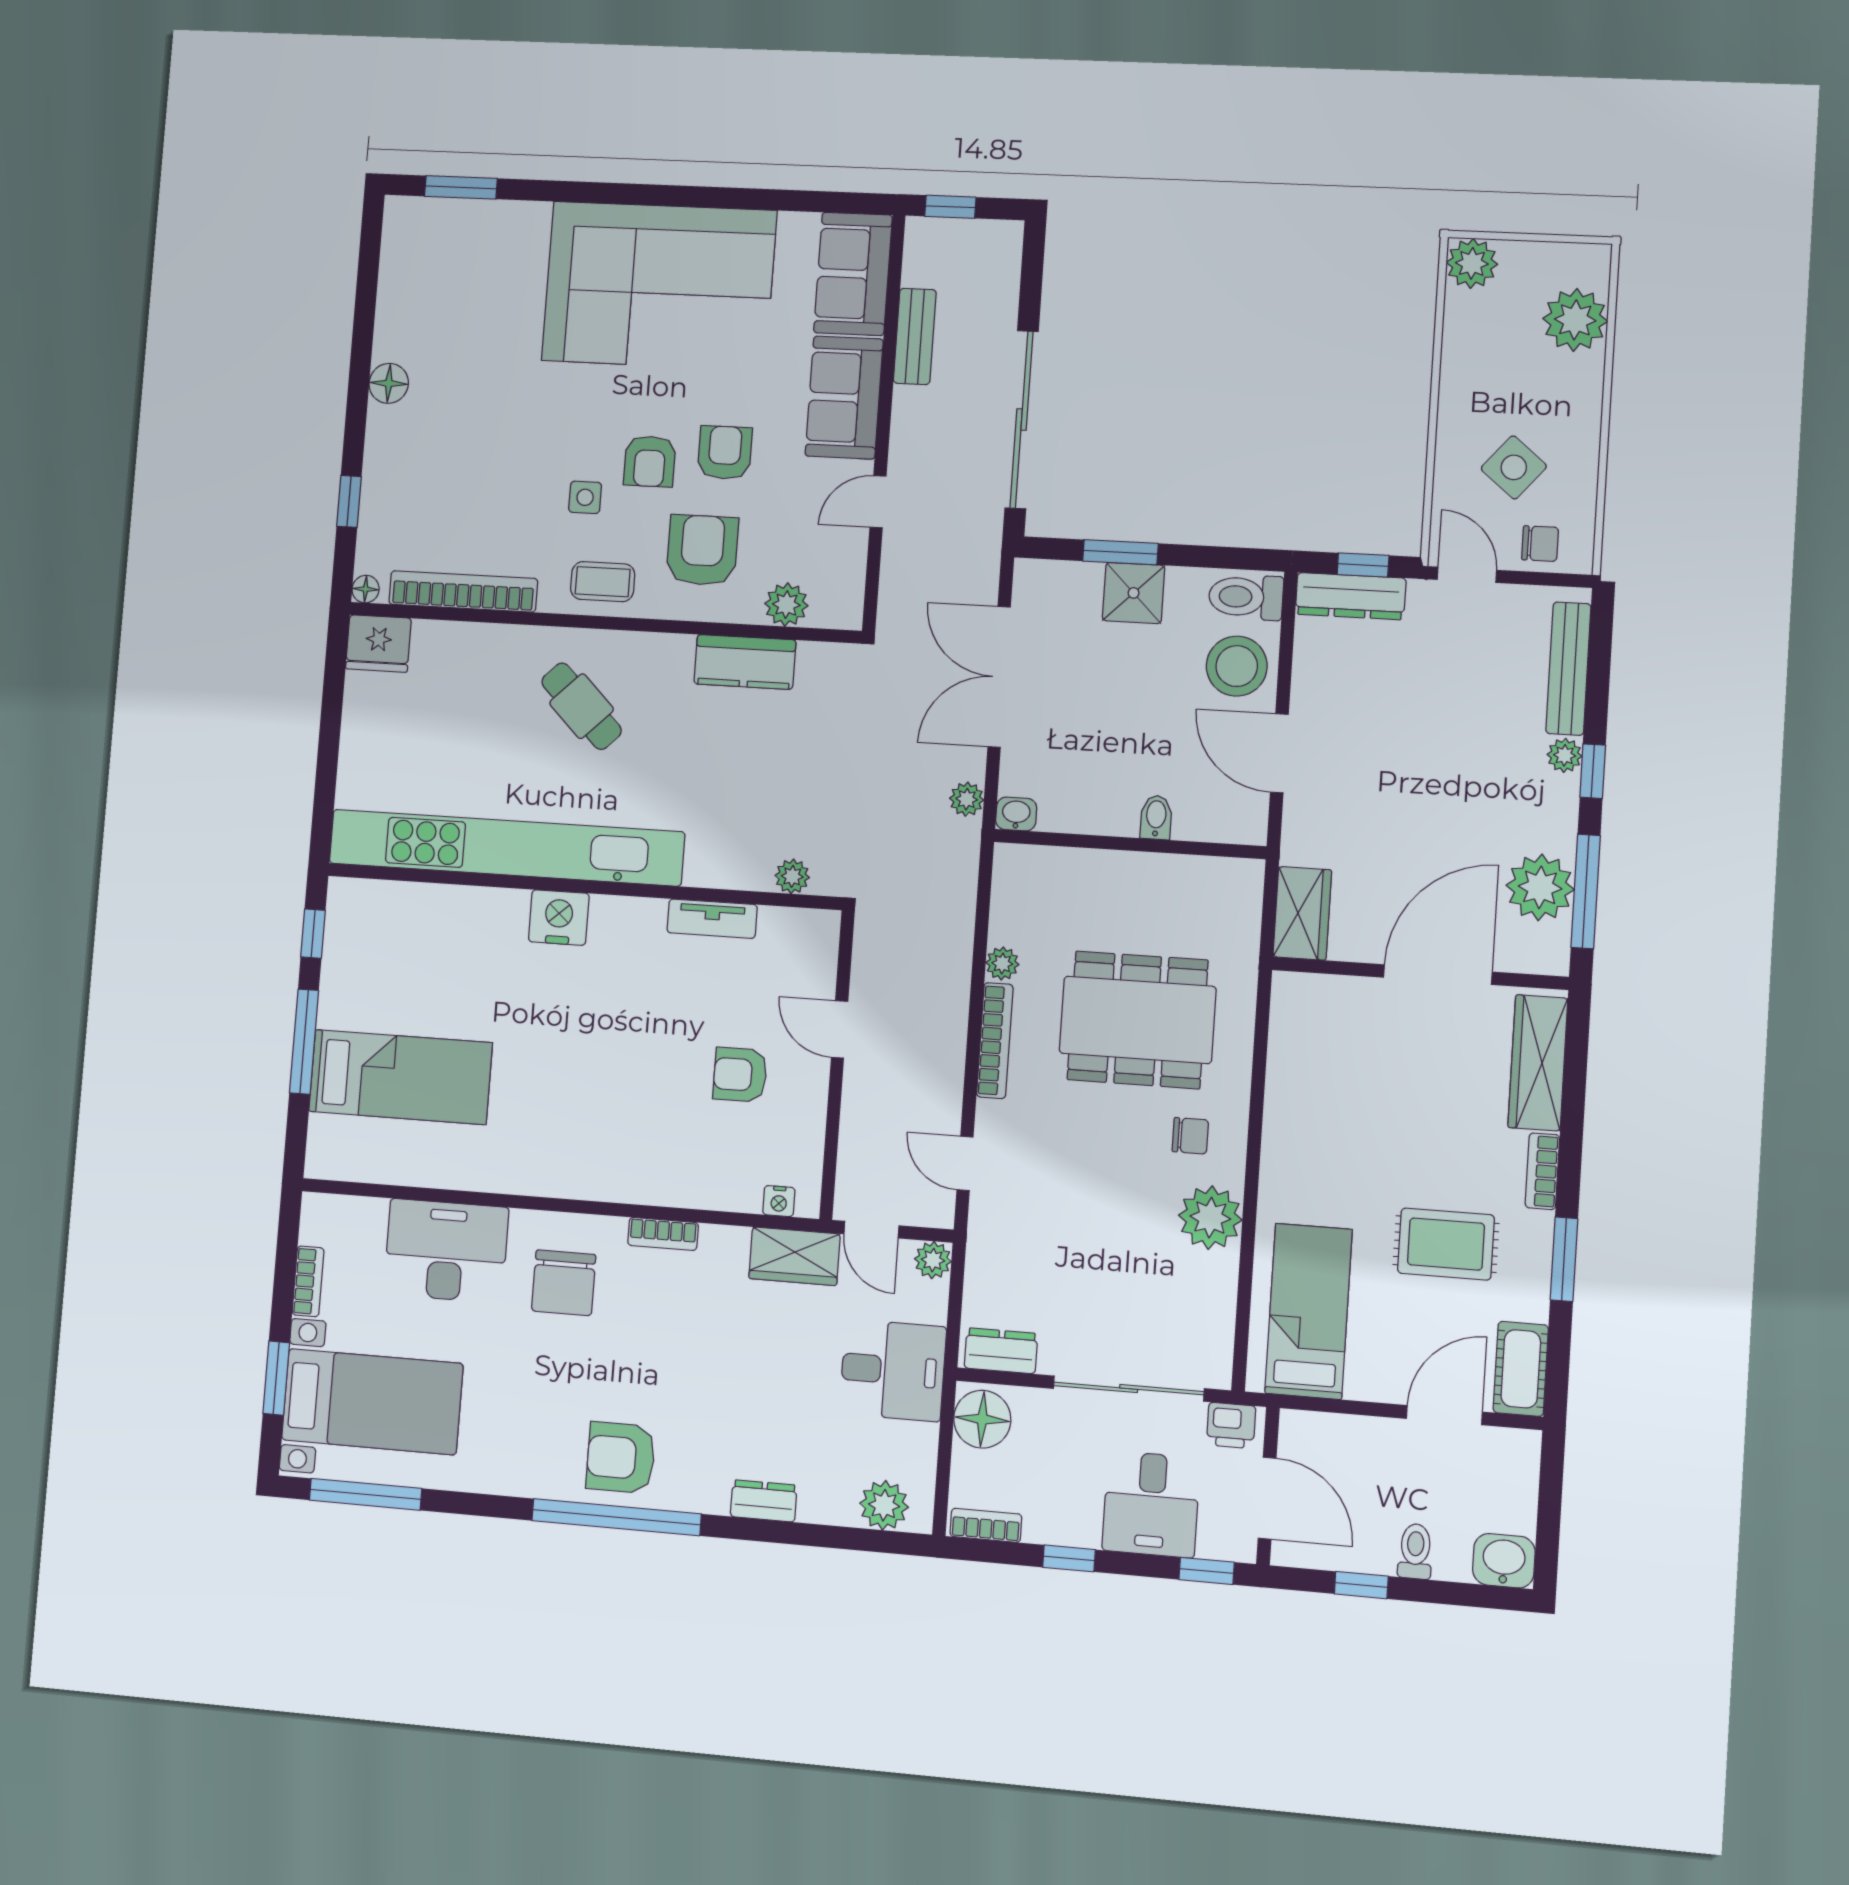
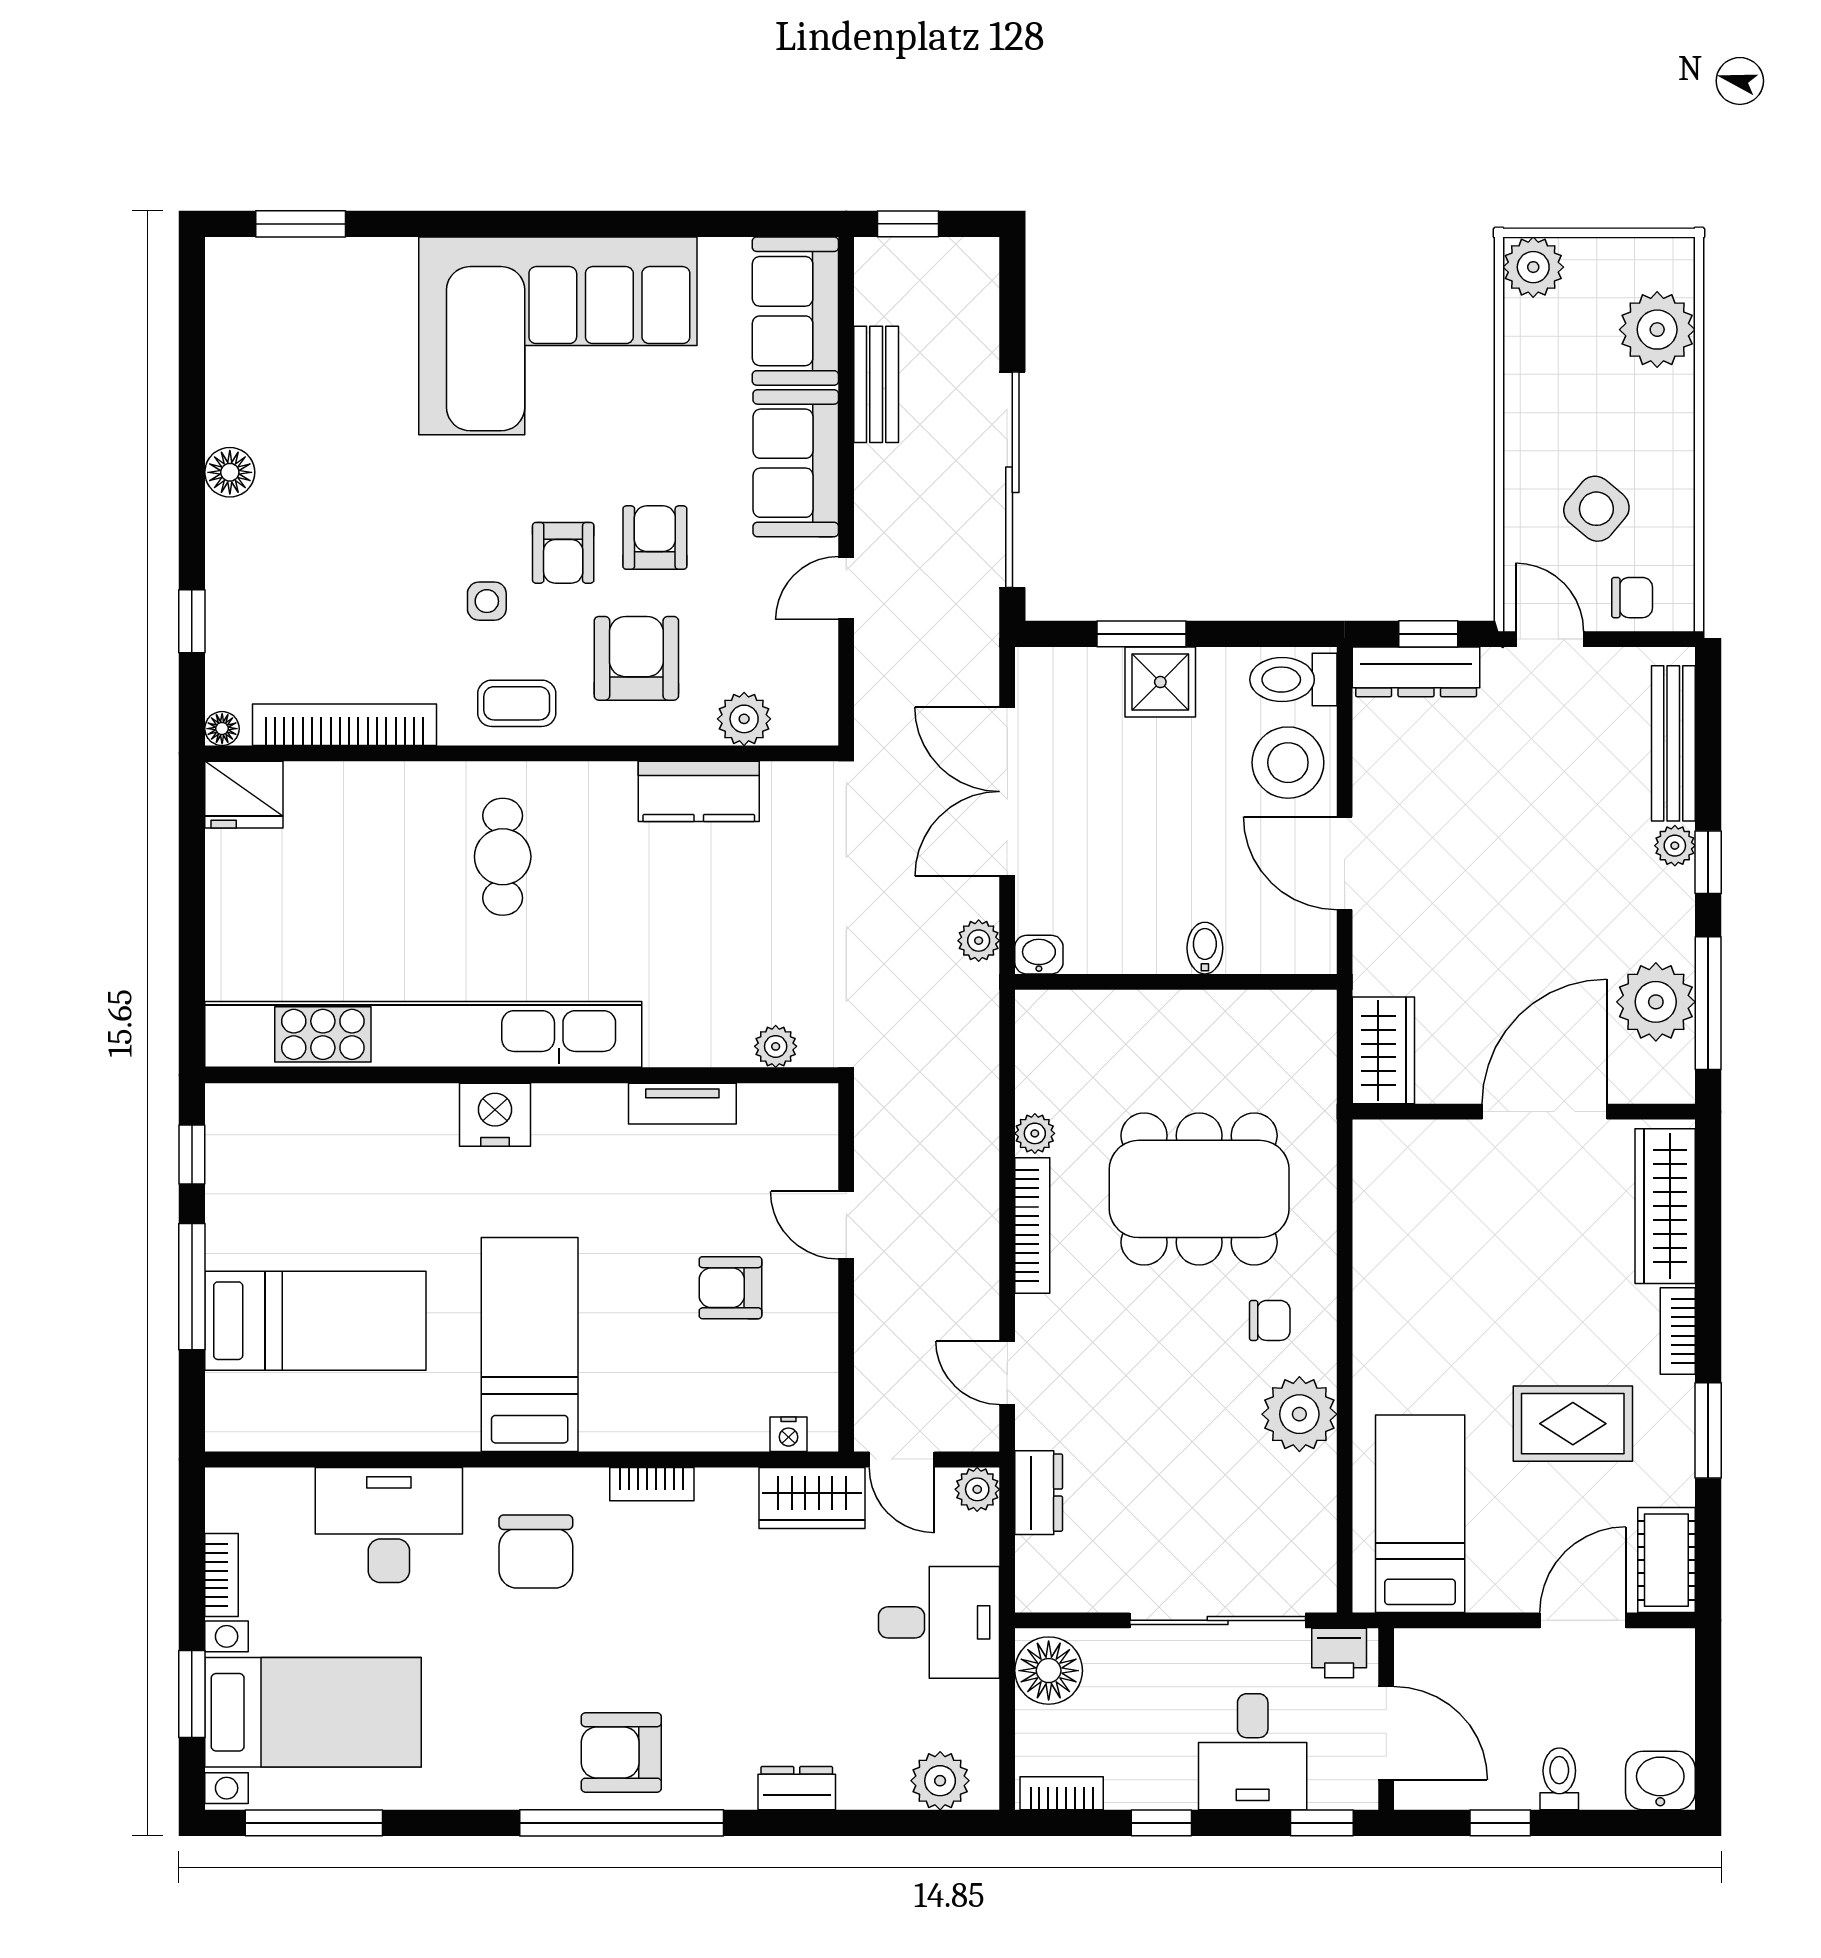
cafe table: (582, 706) -> (503, 857), turned 45
bed: (572, 1110) -> (530, 1345), added
dresser: (1001, 1351) -> (1039, 1493), moved, turned 90

